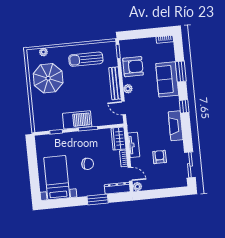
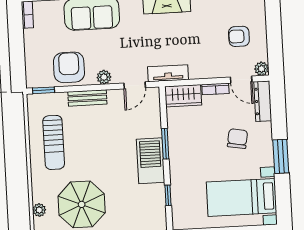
bench: (115, 83) -> (87, 98), width x0.73
tv unit: (134, 145) -> (168, 73), moved
armchair: (160, 157) -> (239, 36), moved
chair: (88, 164) -> (237, 139), moved
door: (130, 174) -> (241, 80), swing flipped
window: (98, 200) -> (281, 156), moved

